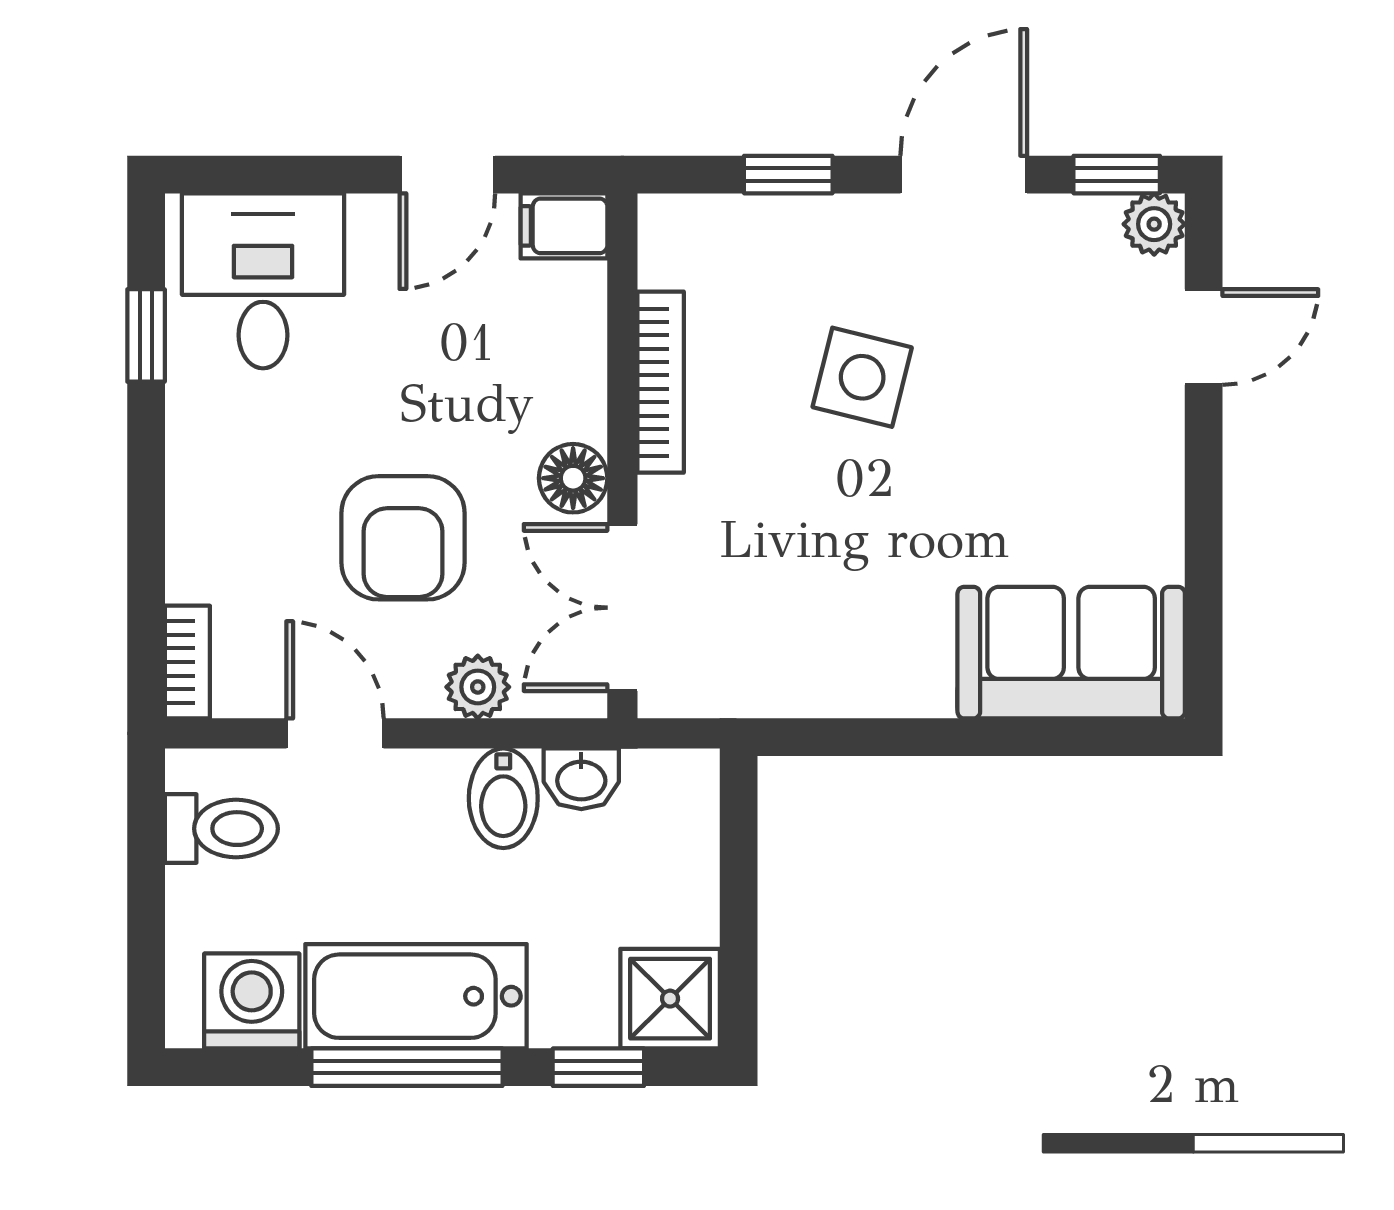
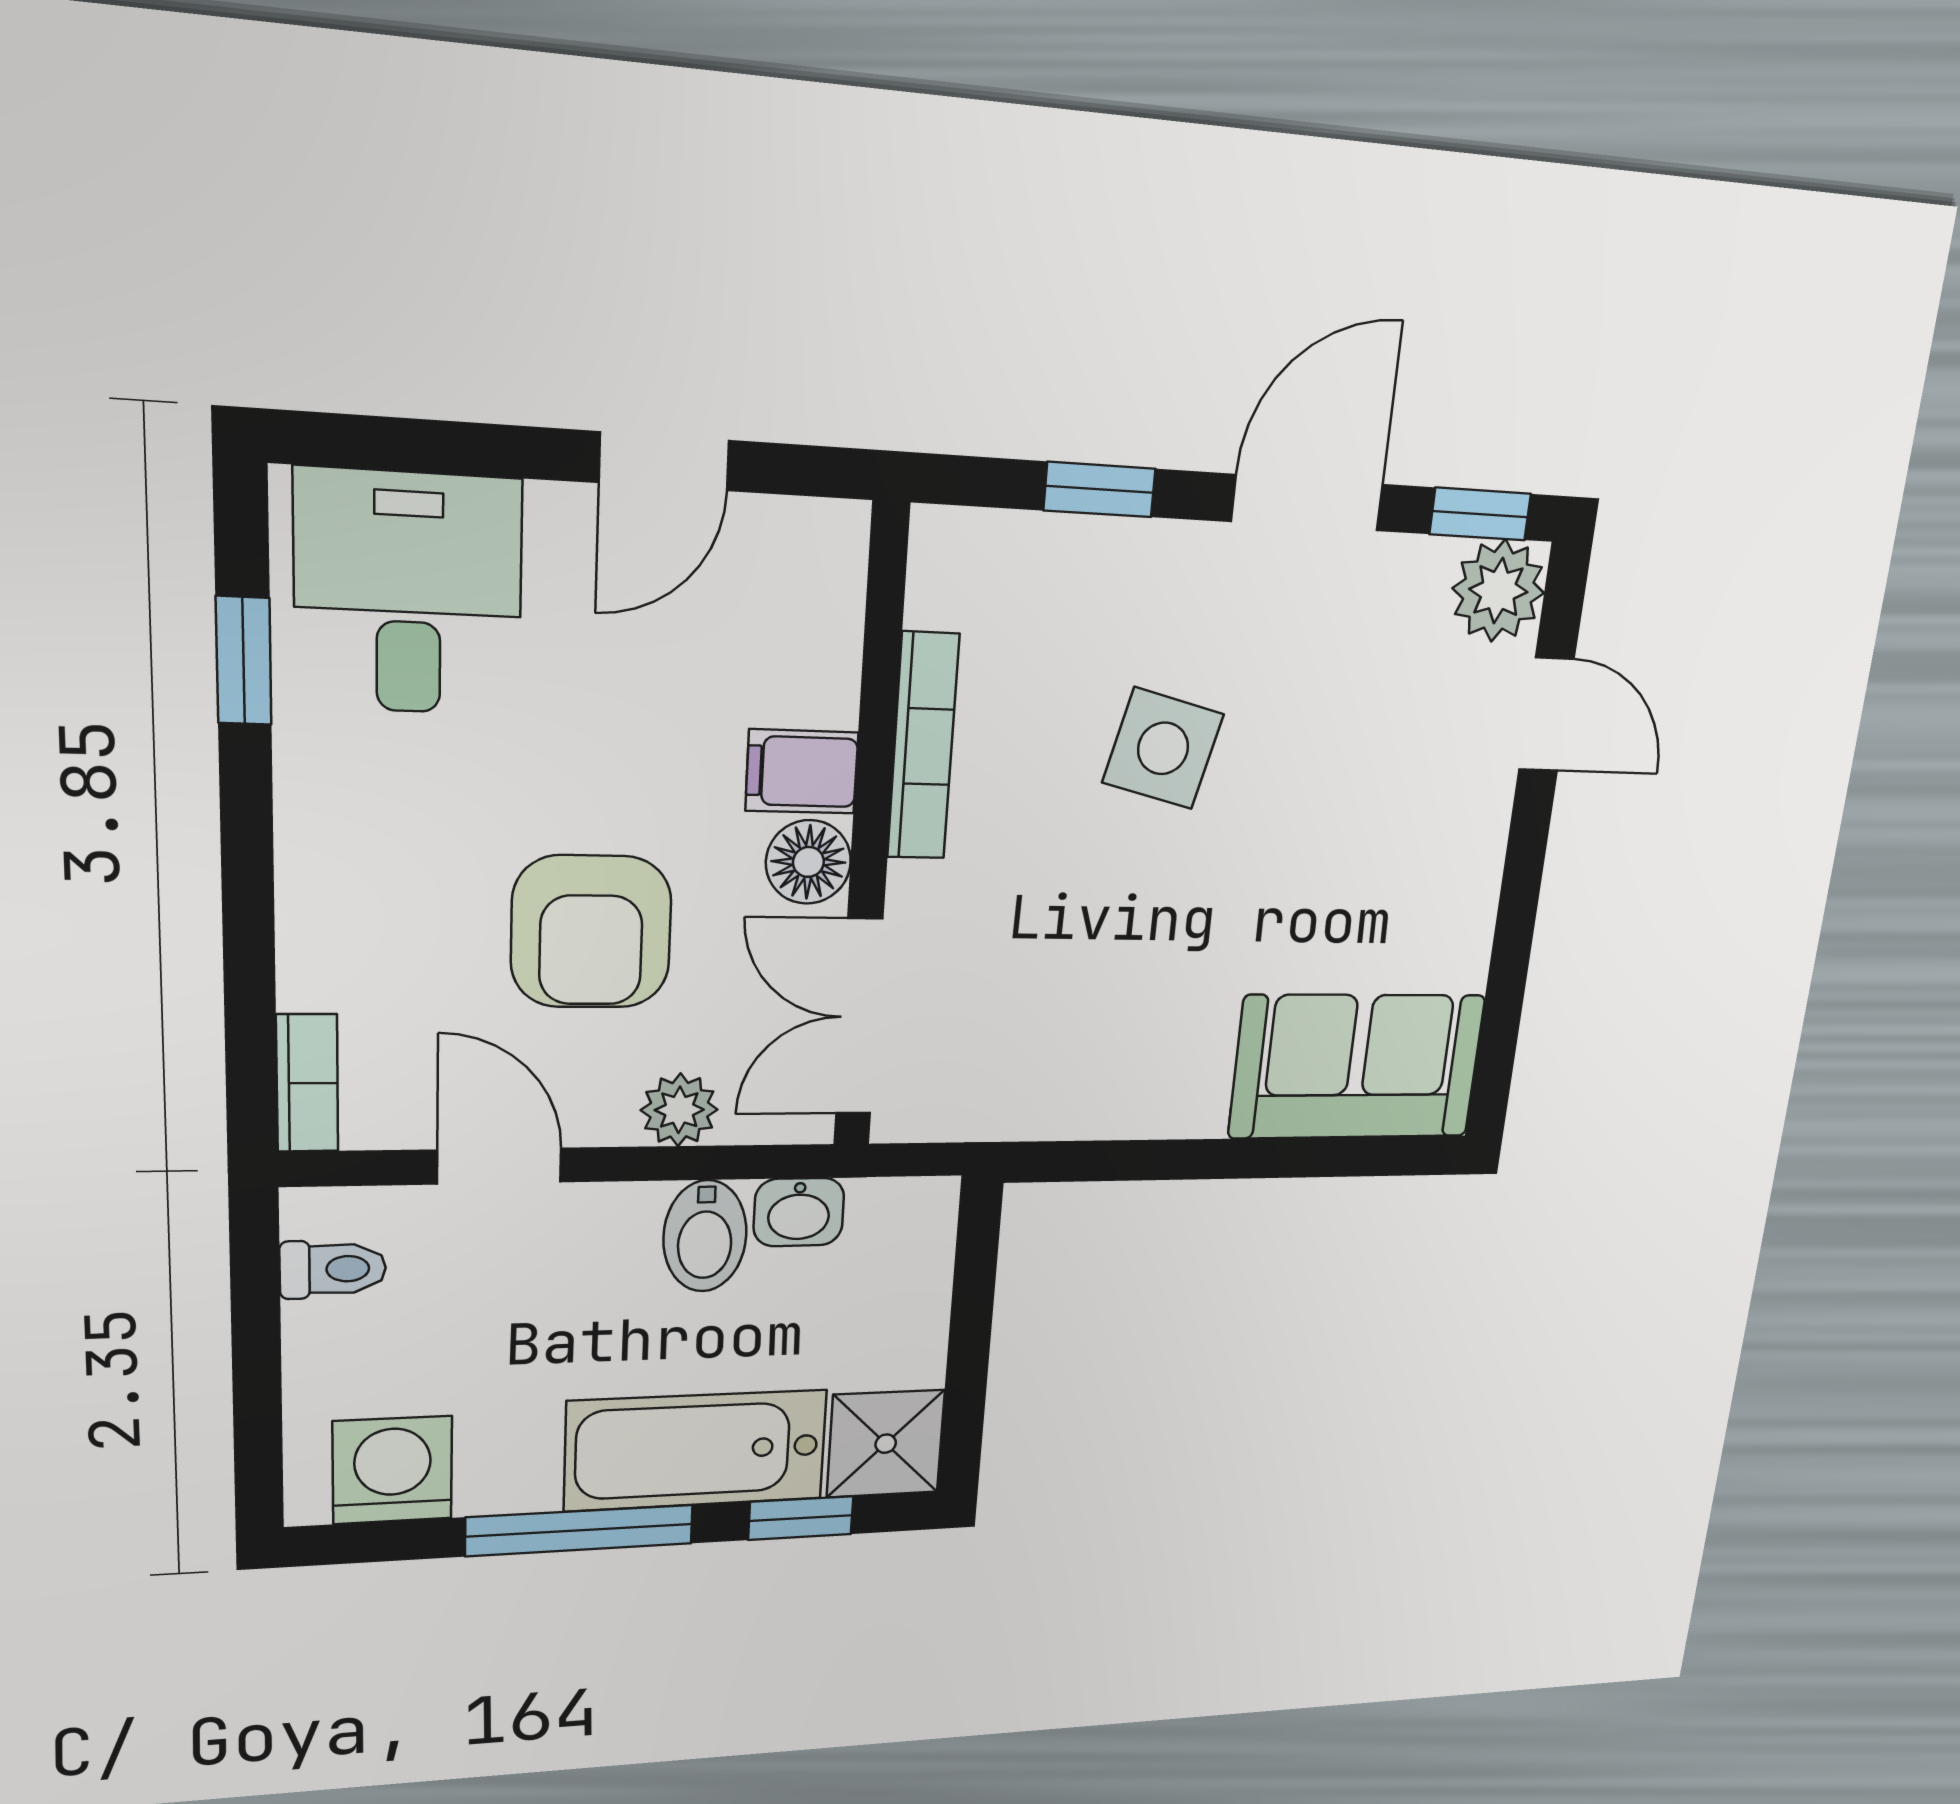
plant: (1154, 224) -> (1498, 591), width x1.38, depth x1.38
filing cabinet: (564, 226) -> (802, 772), moved
door: (1204, 337) -> (1546, 714), hinge flipped
toilet: (221, 829) -> (333, 1269), width x0.73, depth x0.72
bathtub: (416, 996) -> (696, 1450), moved

